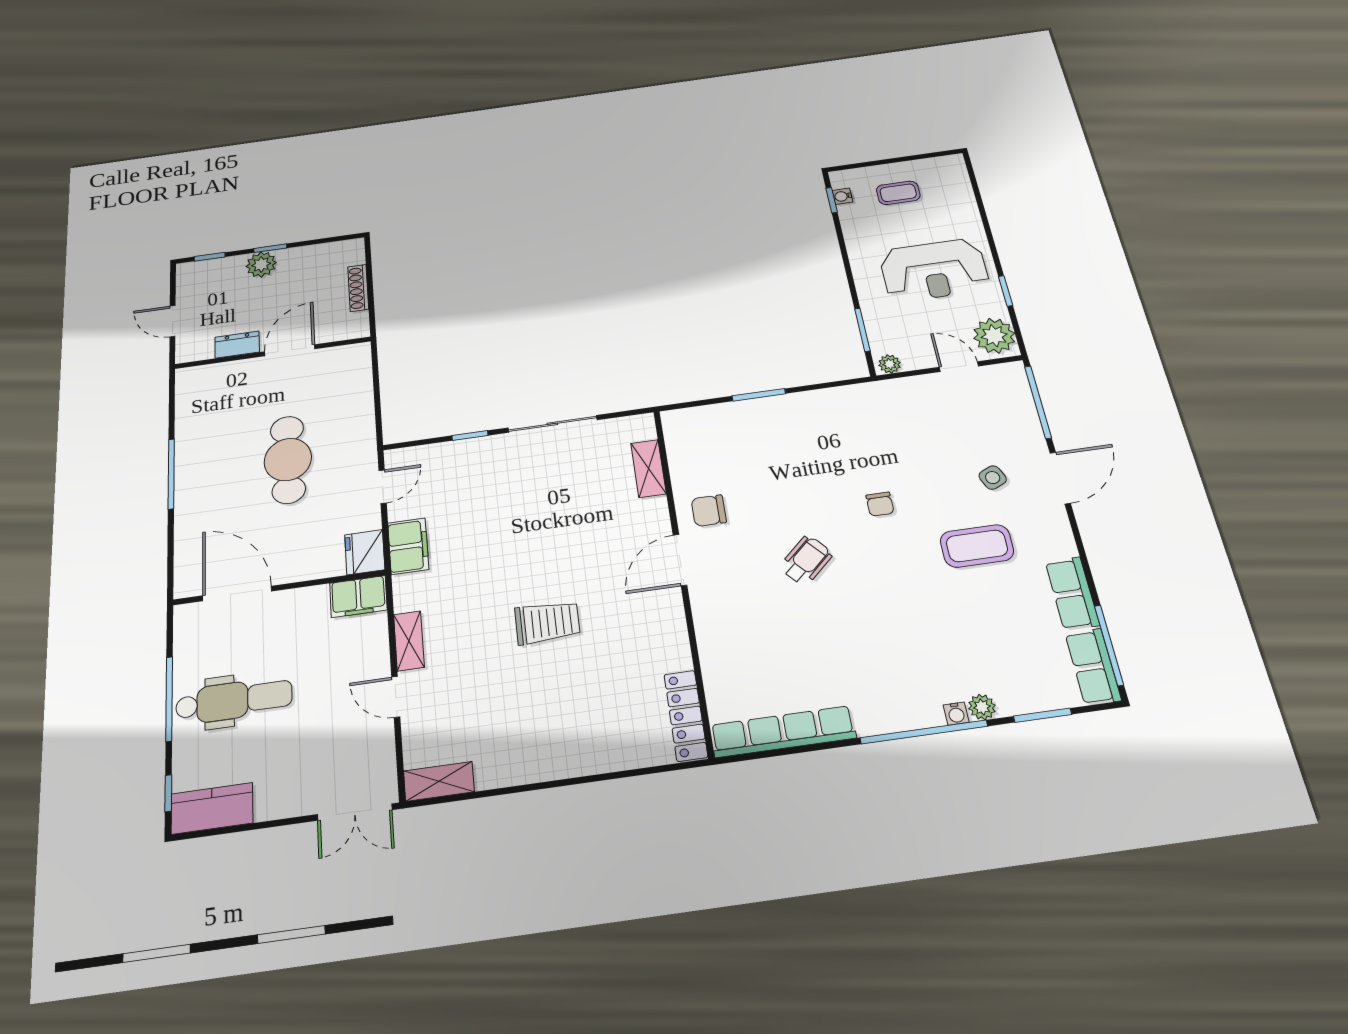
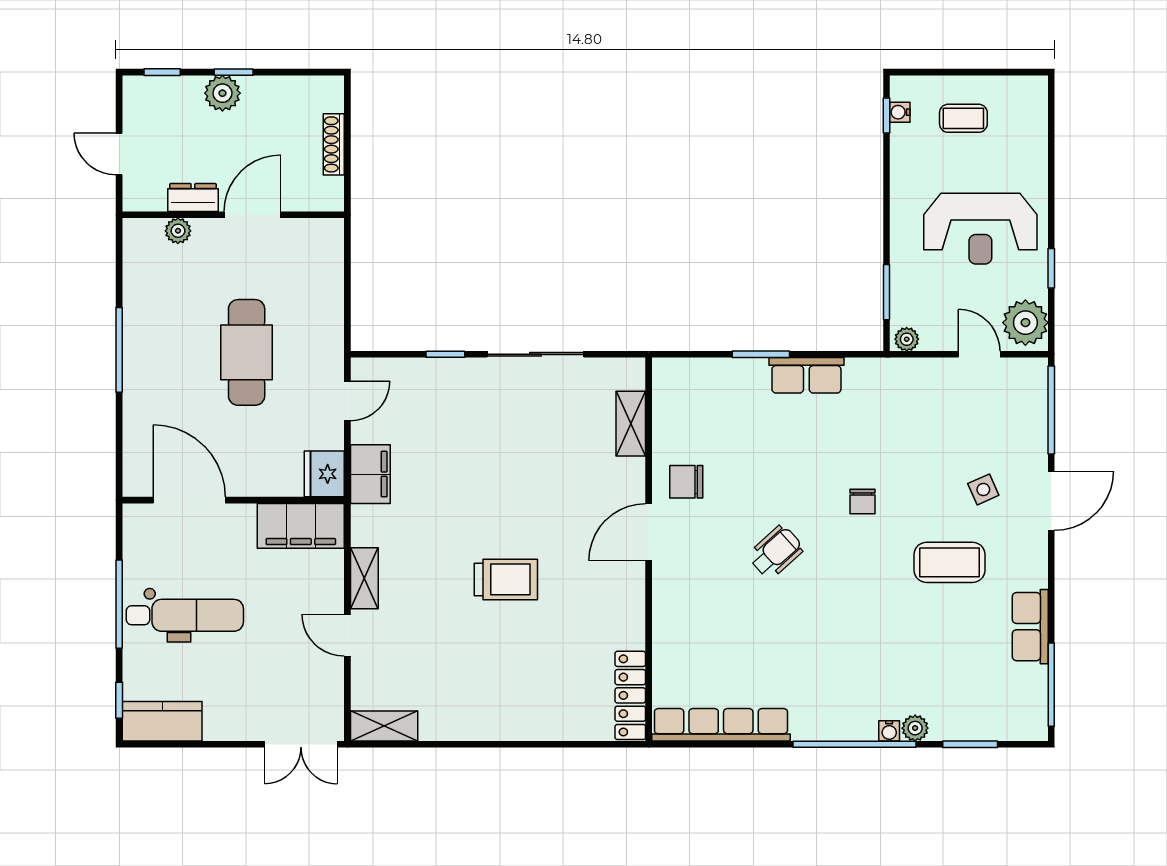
plant: (224, 372) -> (178, 231), added
filing cabinet: (358, 597) -> (301, 526), width x1.50, depth x1.17
row of seats: (1093, 667) -> (806, 375), moved, turned -90

